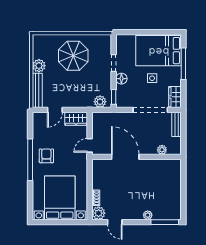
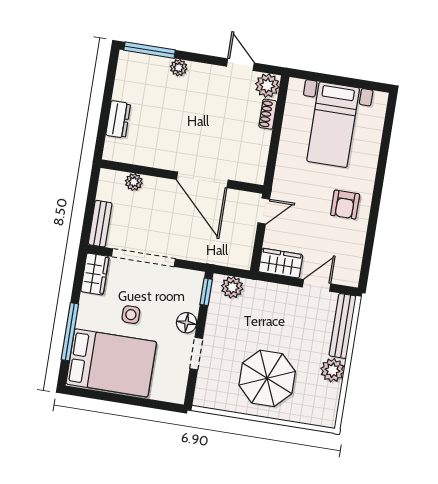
window: (30, 160) -> (376, 202), removed
dresser: (176, 182) -> (118, 119), added
bed with nightstands: (60, 198) -> (333, 125), width x0.73

